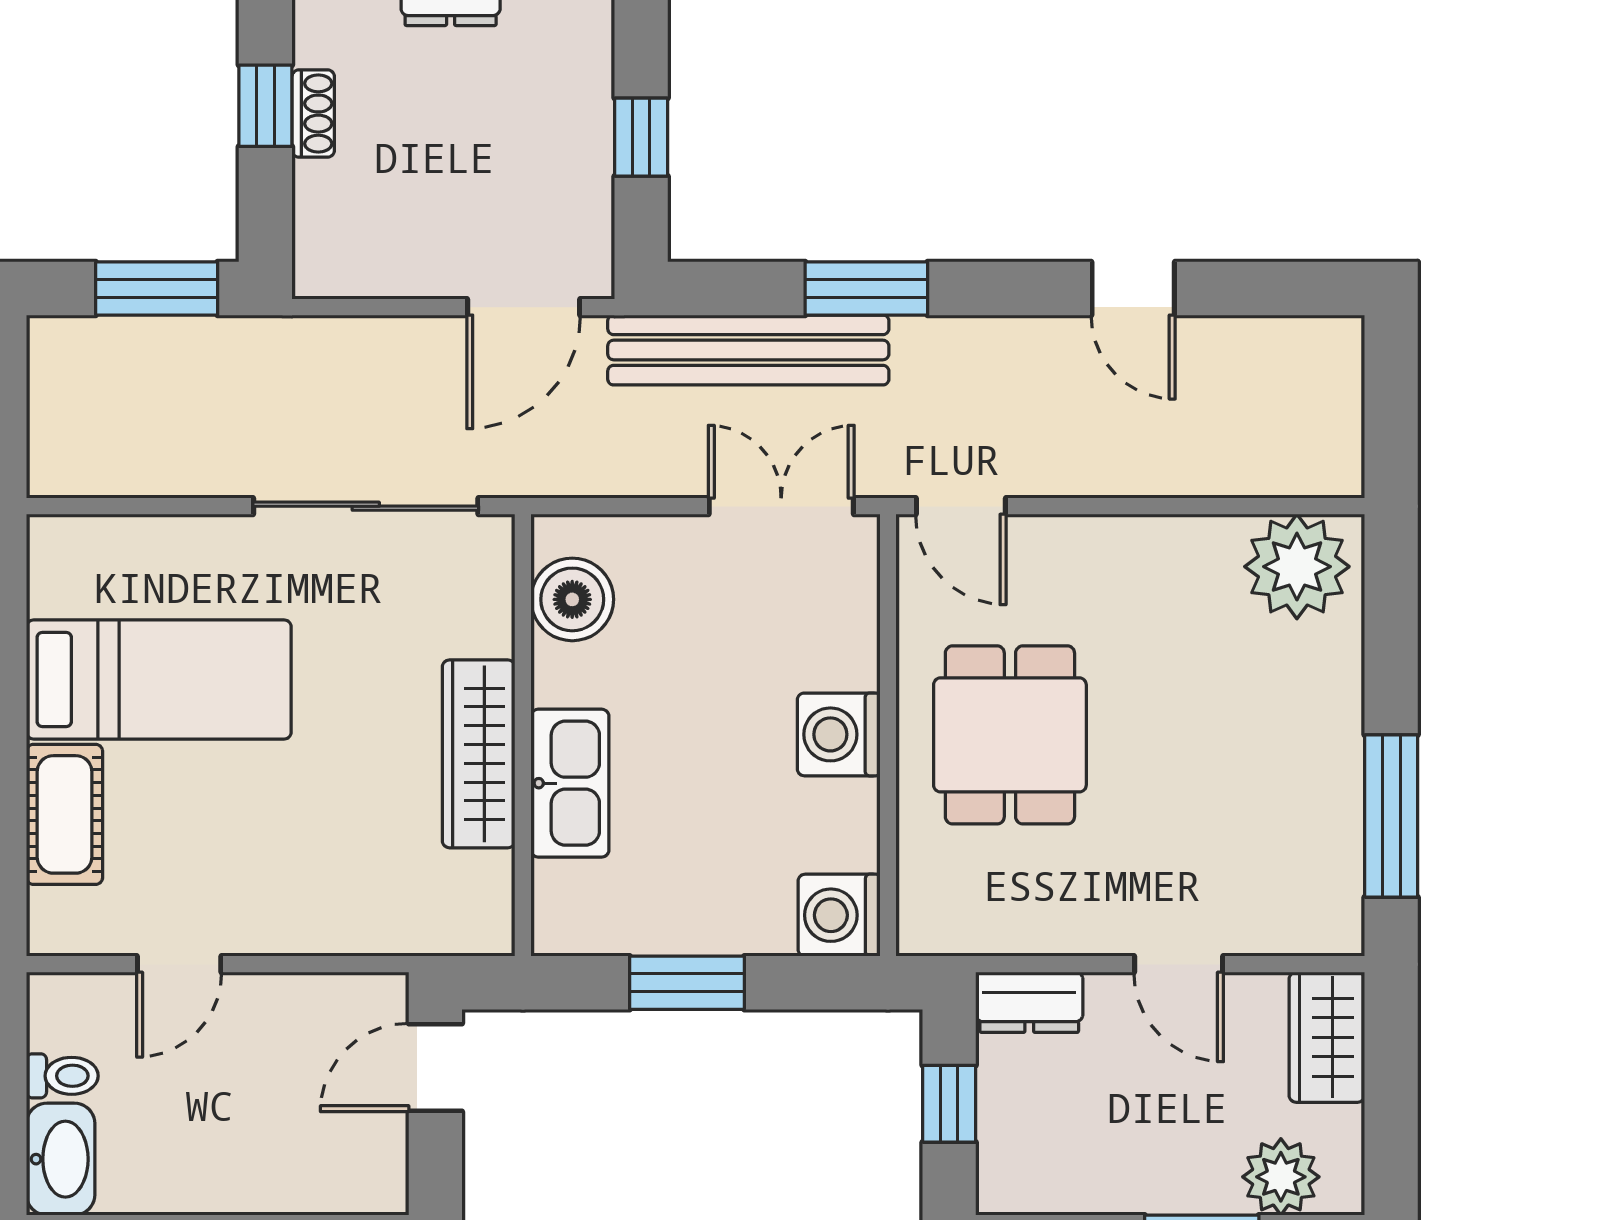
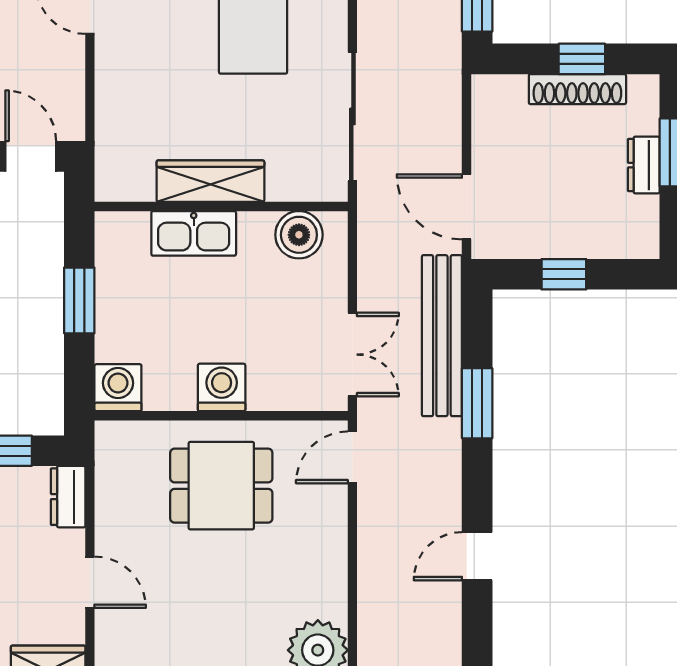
shoe rack: (313, 114) -> (577, 89), width x1.94, depth x1.24
door: (1179, 964) -> (90, 582), swing flipped

